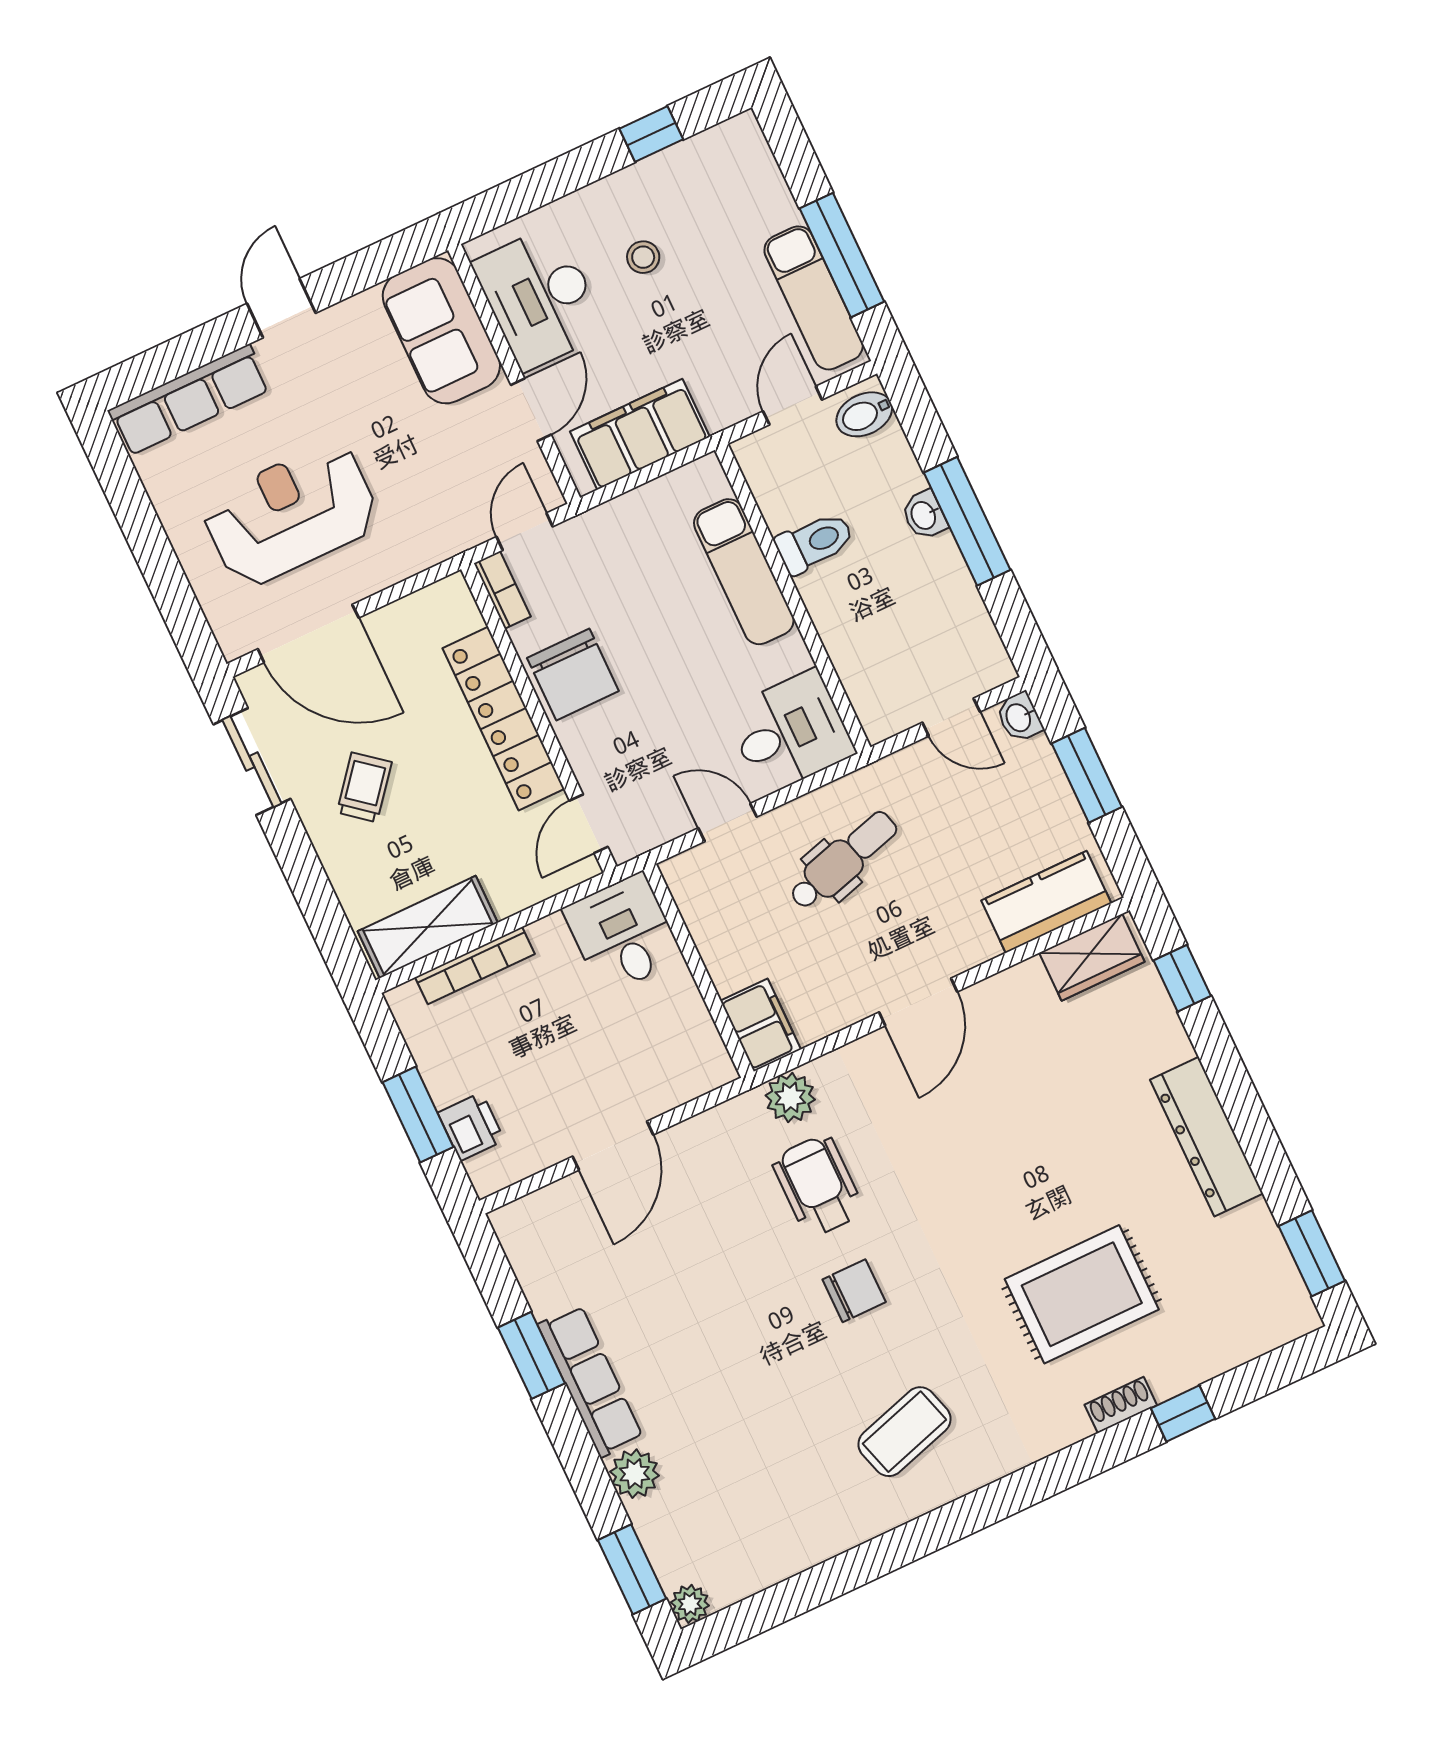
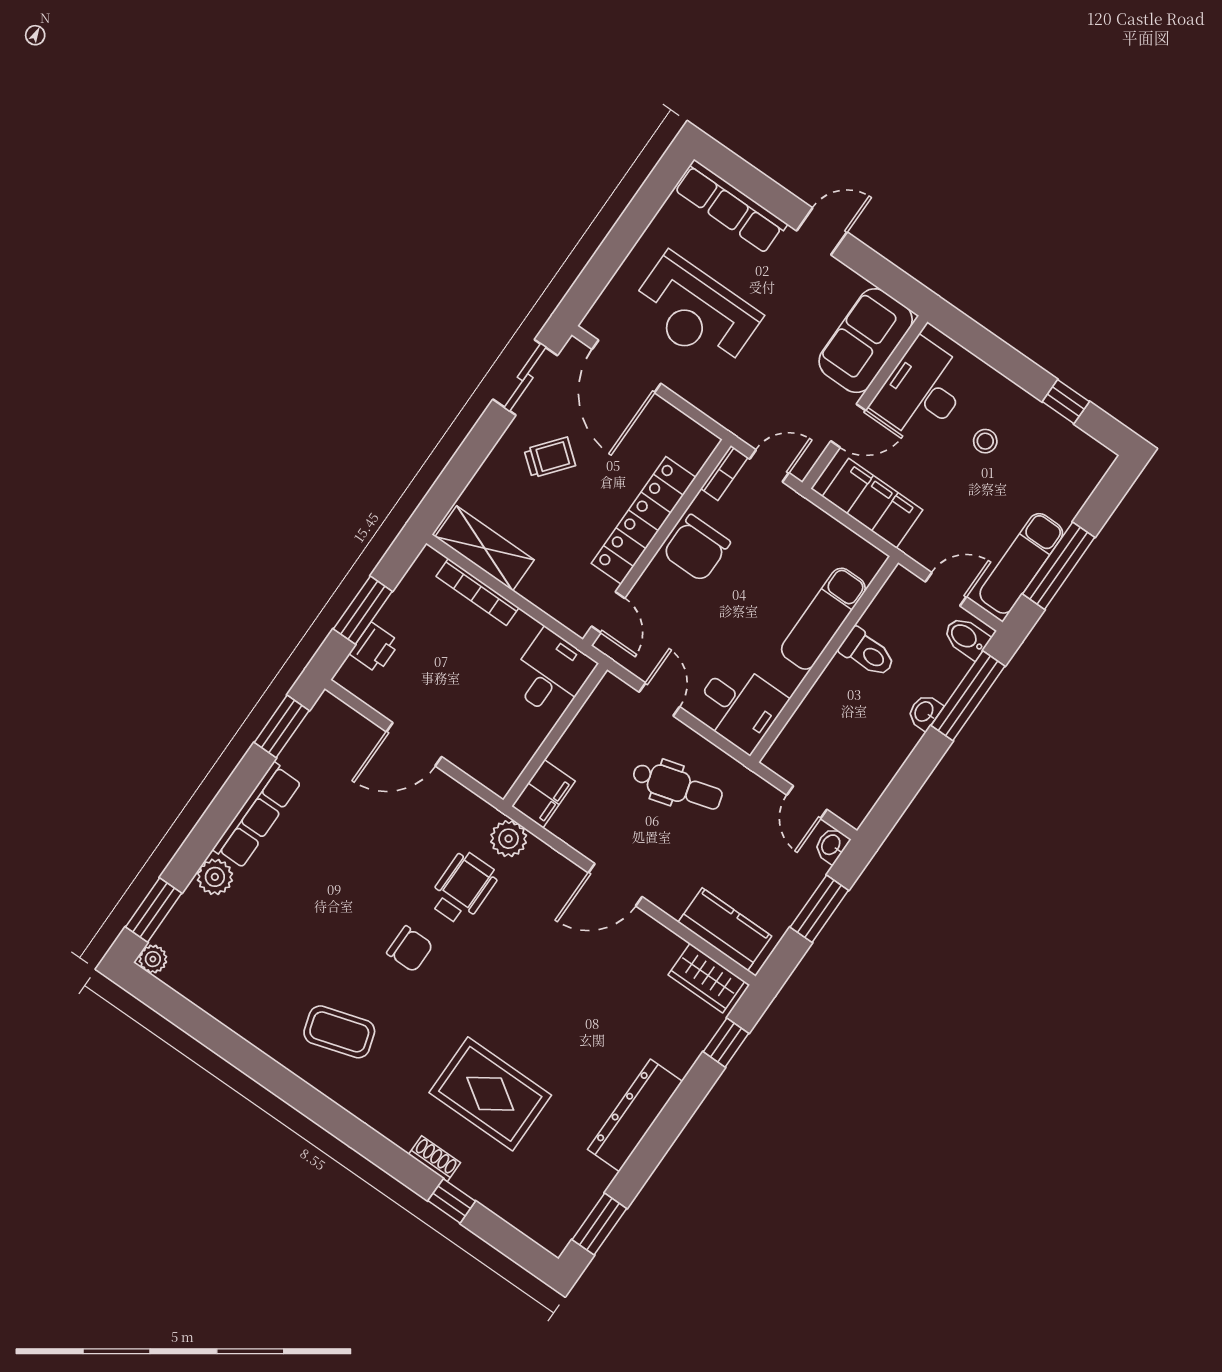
reception desk: (291, 514) -> (695, 312), turned 180
window: (967, 521) -> (968, 696), moved
door: (589, 824) -> (608, 612), swing flipped
window: (531, 1355) -> (282, 726), moved

